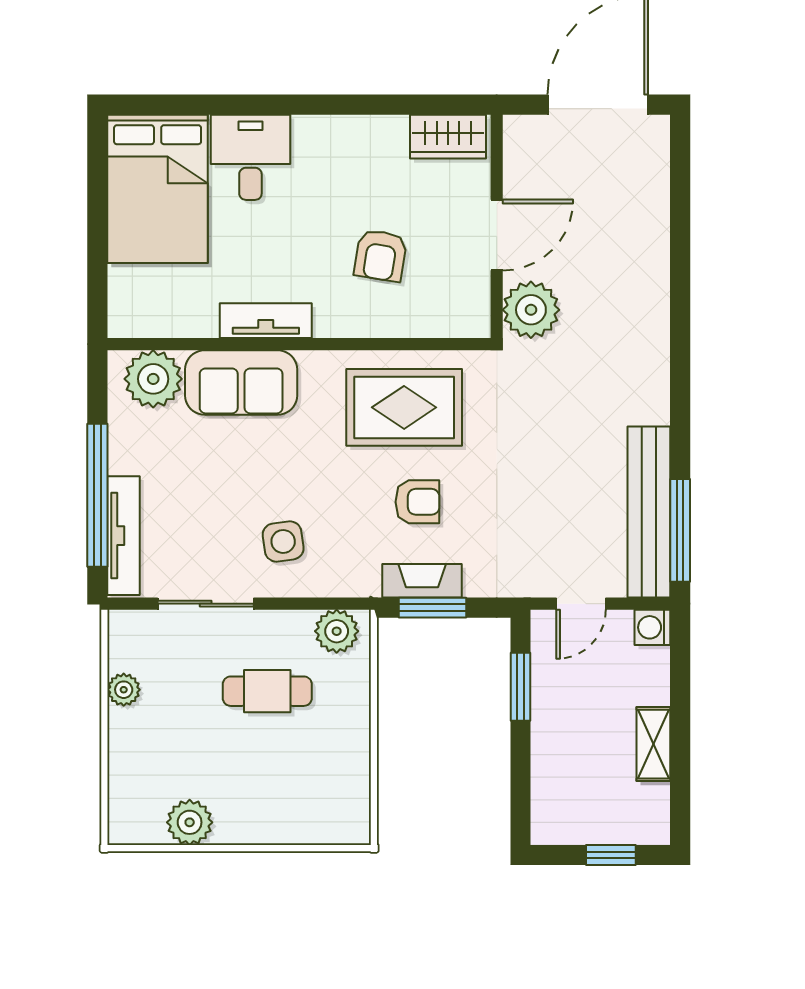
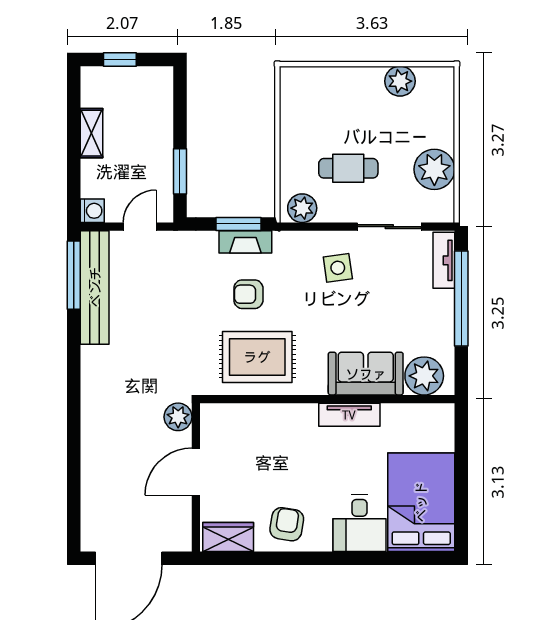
armchair: (380, 255) -> (287, 524), moved
plant: (531, 310) -> (178, 417), width x0.73, depth x0.73
tv unit: (124, 536) -> (444, 260), width x0.71
plant: (124, 690) -> (434, 169), width x1.88, depth x1.88

